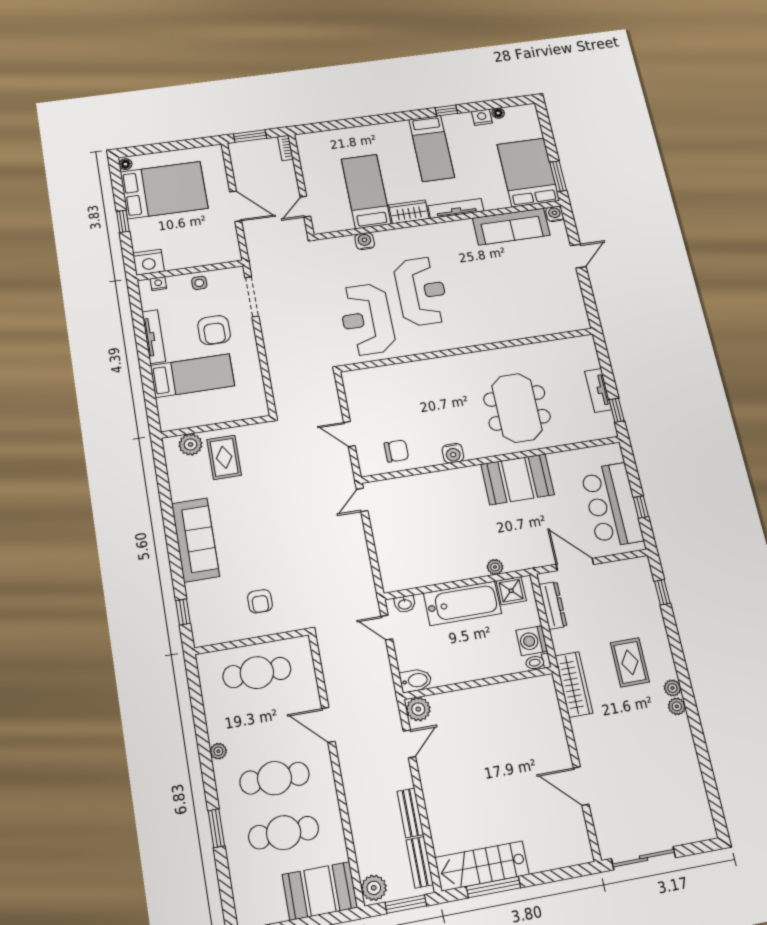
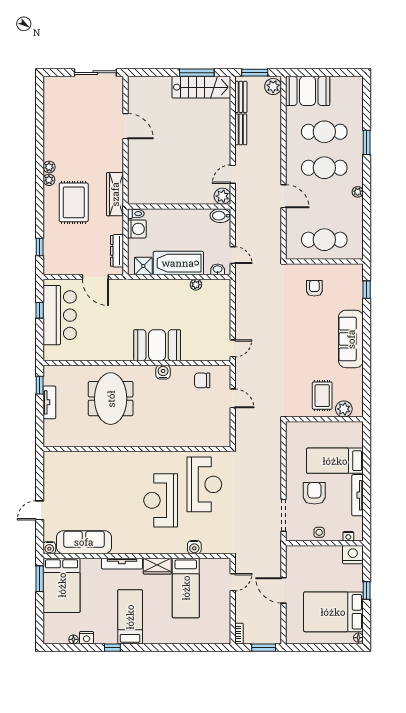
booth: (518, 479) -> (157, 345), moved
plant: (495, 567) -> (196, 285), moved
rug: (630, 662) -> (74, 202), width x1.36, depth x1.43

